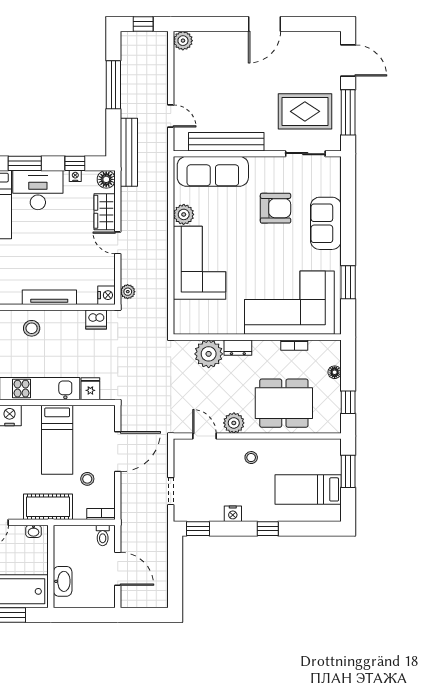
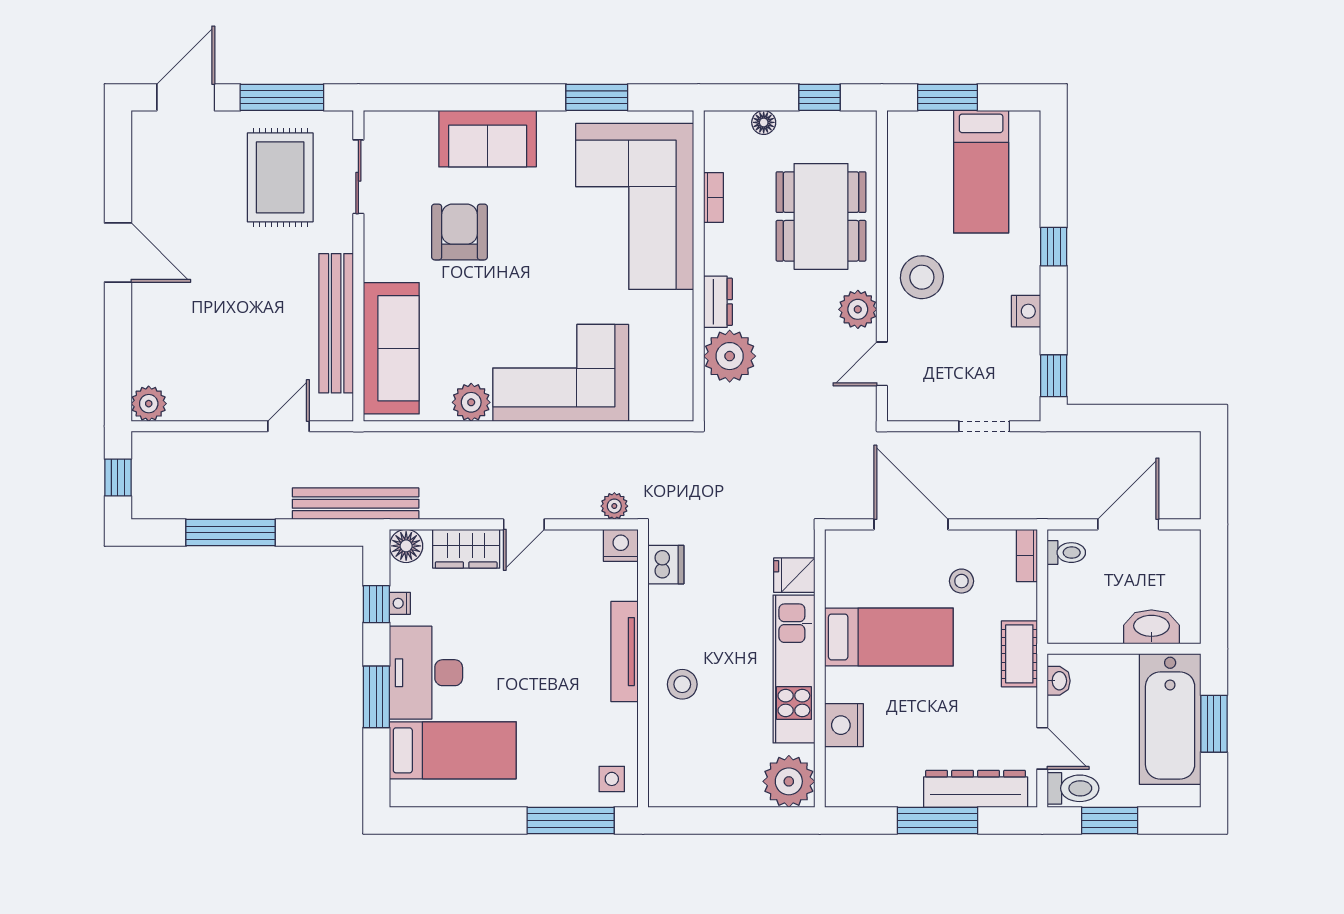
stool: (251, 458) -> (922, 277), width x1.89, depth x1.89
cot: (48, 507) -> (1019, 654), width x0.73, depth x0.75

